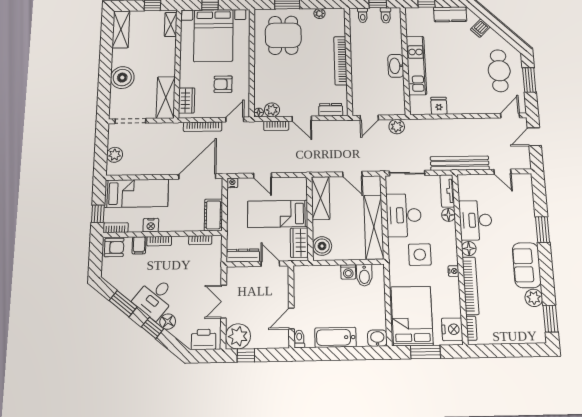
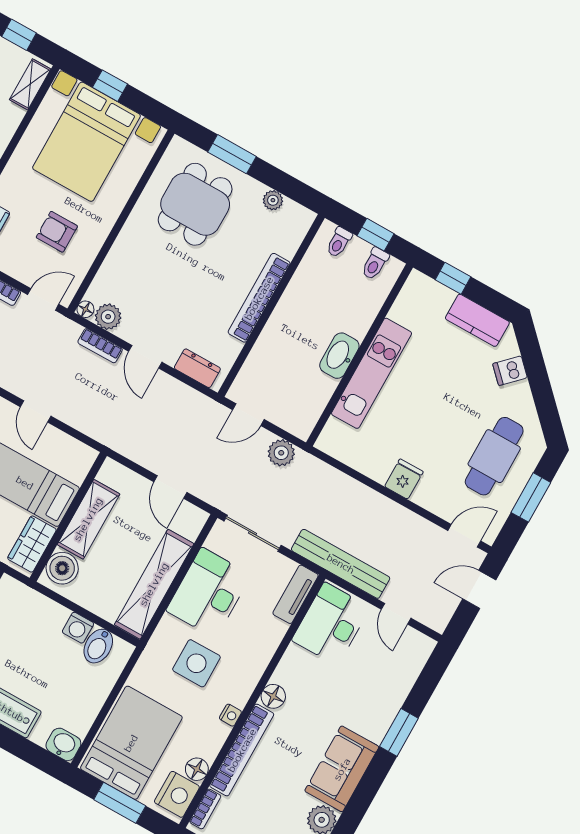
fridge: (439, 106) -> (404, 479), moved
shelving: (321, 198) -> (88, 519), moved
floor lamp: (448, 215) -> (197, 769), moved
desk: (476, 220) -> (331, 624), moved

